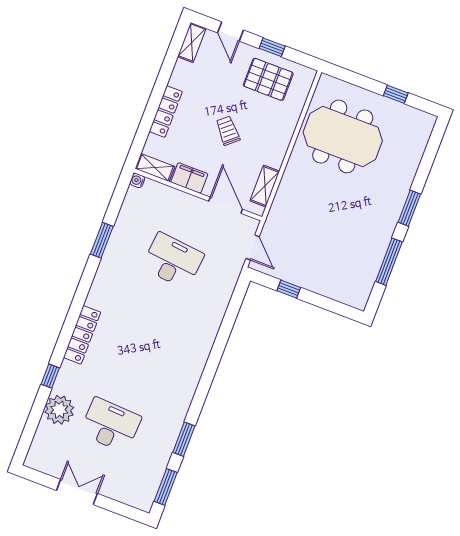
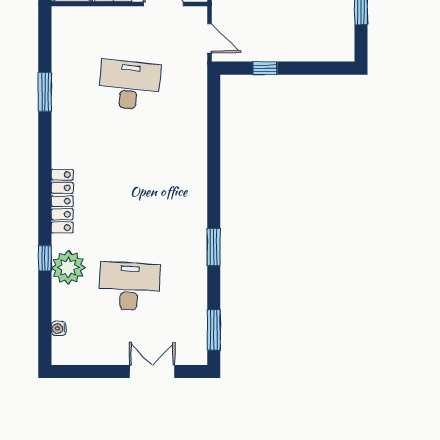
water cooler: (137, 180) -> (59, 328), moved
plant: (59, 410) -> (68, 268), moved
window: (184, 439) -> (214, 247), moved
double door: (77, 492) -> (152, 372), moved

